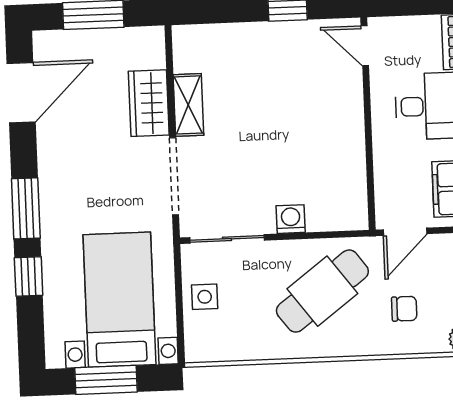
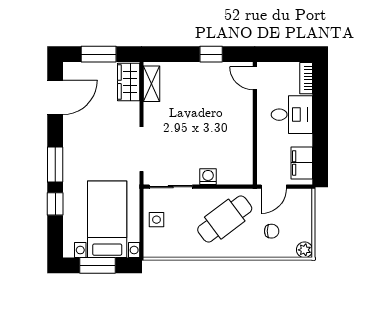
wardrobe: (149, 103) -> (129, 82), moved
shelving: (188, 105) -> (152, 84), moved

